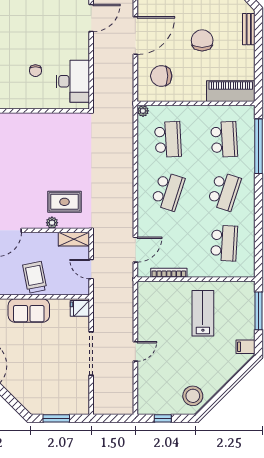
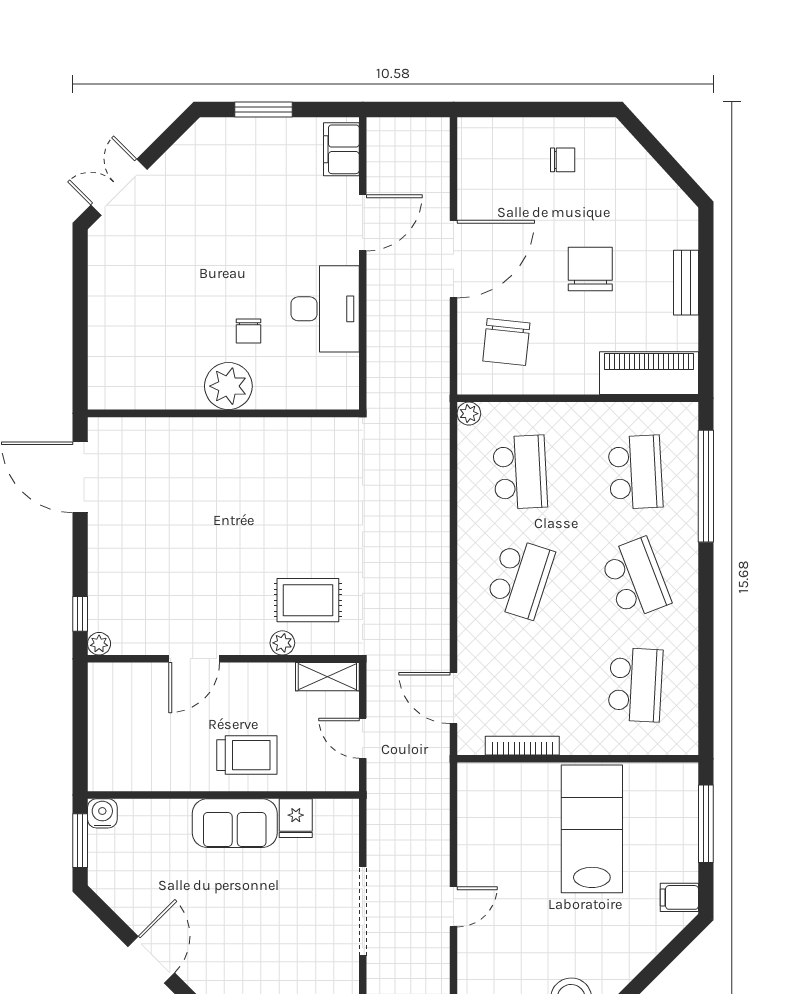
bench: (249, 29) -> (686, 283), moved
chair: (161, 76) -> (506, 342), turned -84
desk: (73, 81) -> (325, 309), moved
plant: (26, 97) -> (228, 386), added
school desk: (224, 191) -> (635, 578), turned -39
door: (135, 250) -> (454, 698), swing flipped
trolley: (35, 277) -> (247, 755), turned 101
fridge: (80, 308) -> (296, 818), moved, turned -90
lab bench: (203, 313) -> (592, 829), width x1.36, depth x1.39

